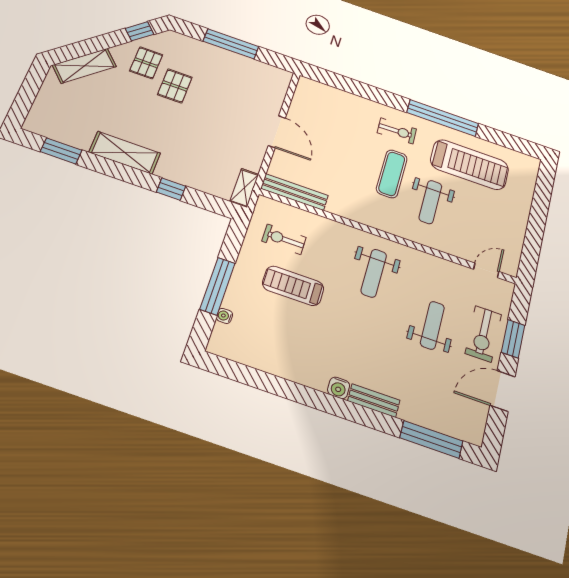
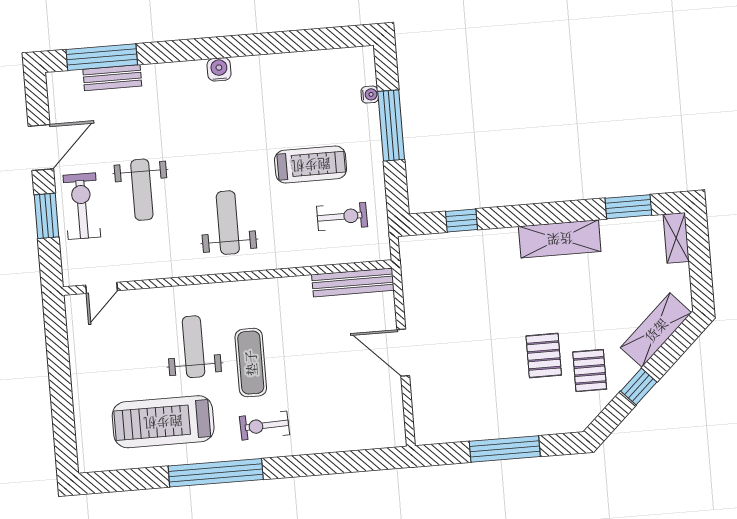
window: (140, 31) -> (639, 387), moved
shelving: (244, 188) -> (676, 238), moved
window: (171, 189) -> (462, 220), moved
bench: (374, 401) -> (112, 78), moved

